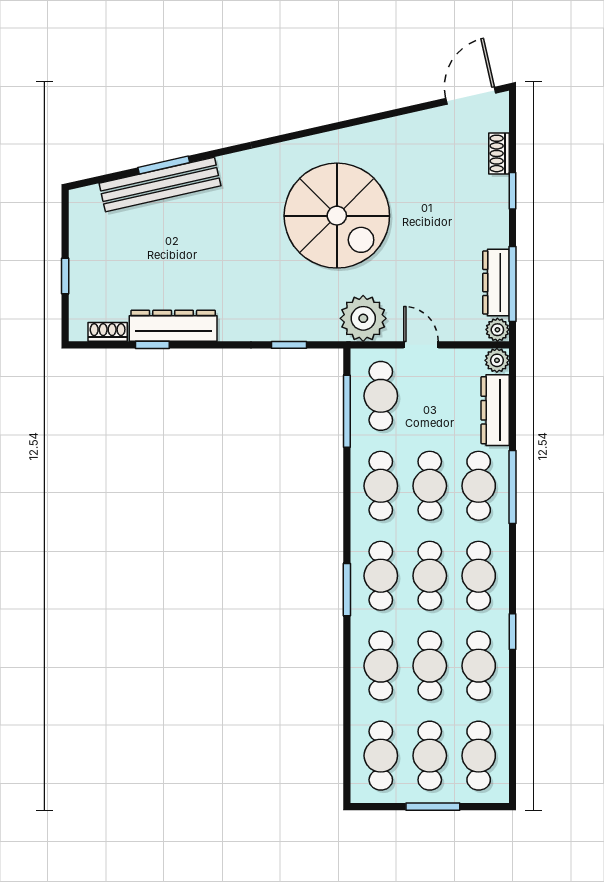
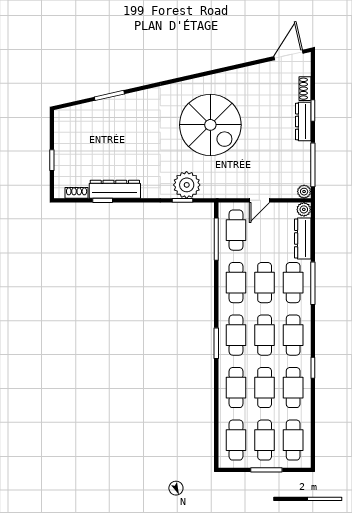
bench: (160, 185) -> (107, 107), removed
dresser: (496, 282) -> (303, 122), moved
plant: (363, 318) -> (187, 185), moved
door: (421, 345) -> (259, 200), swing flipped

